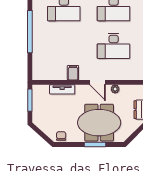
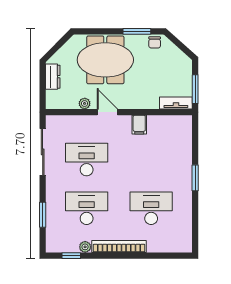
window: (30, 32) -> (195, 178), width x0.47
tv unit: (62, 89) -> (176, 103), moved
window: (95, 145) -> (137, 31), moved

